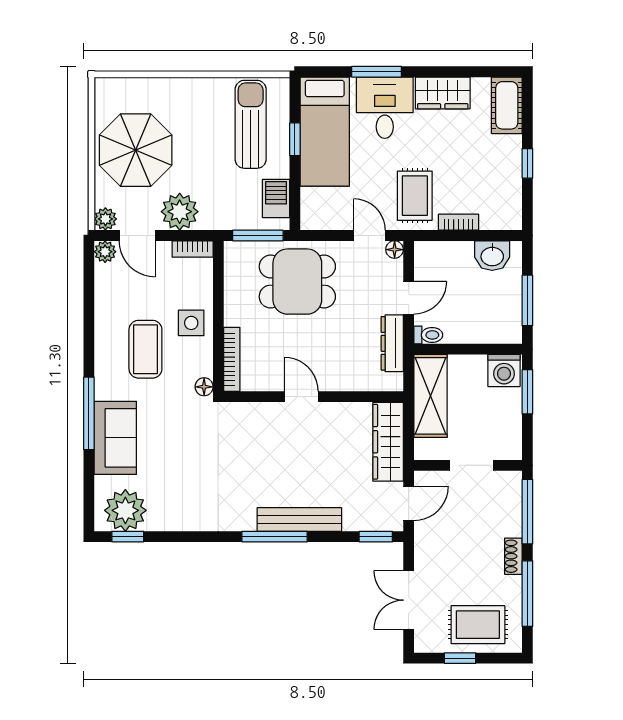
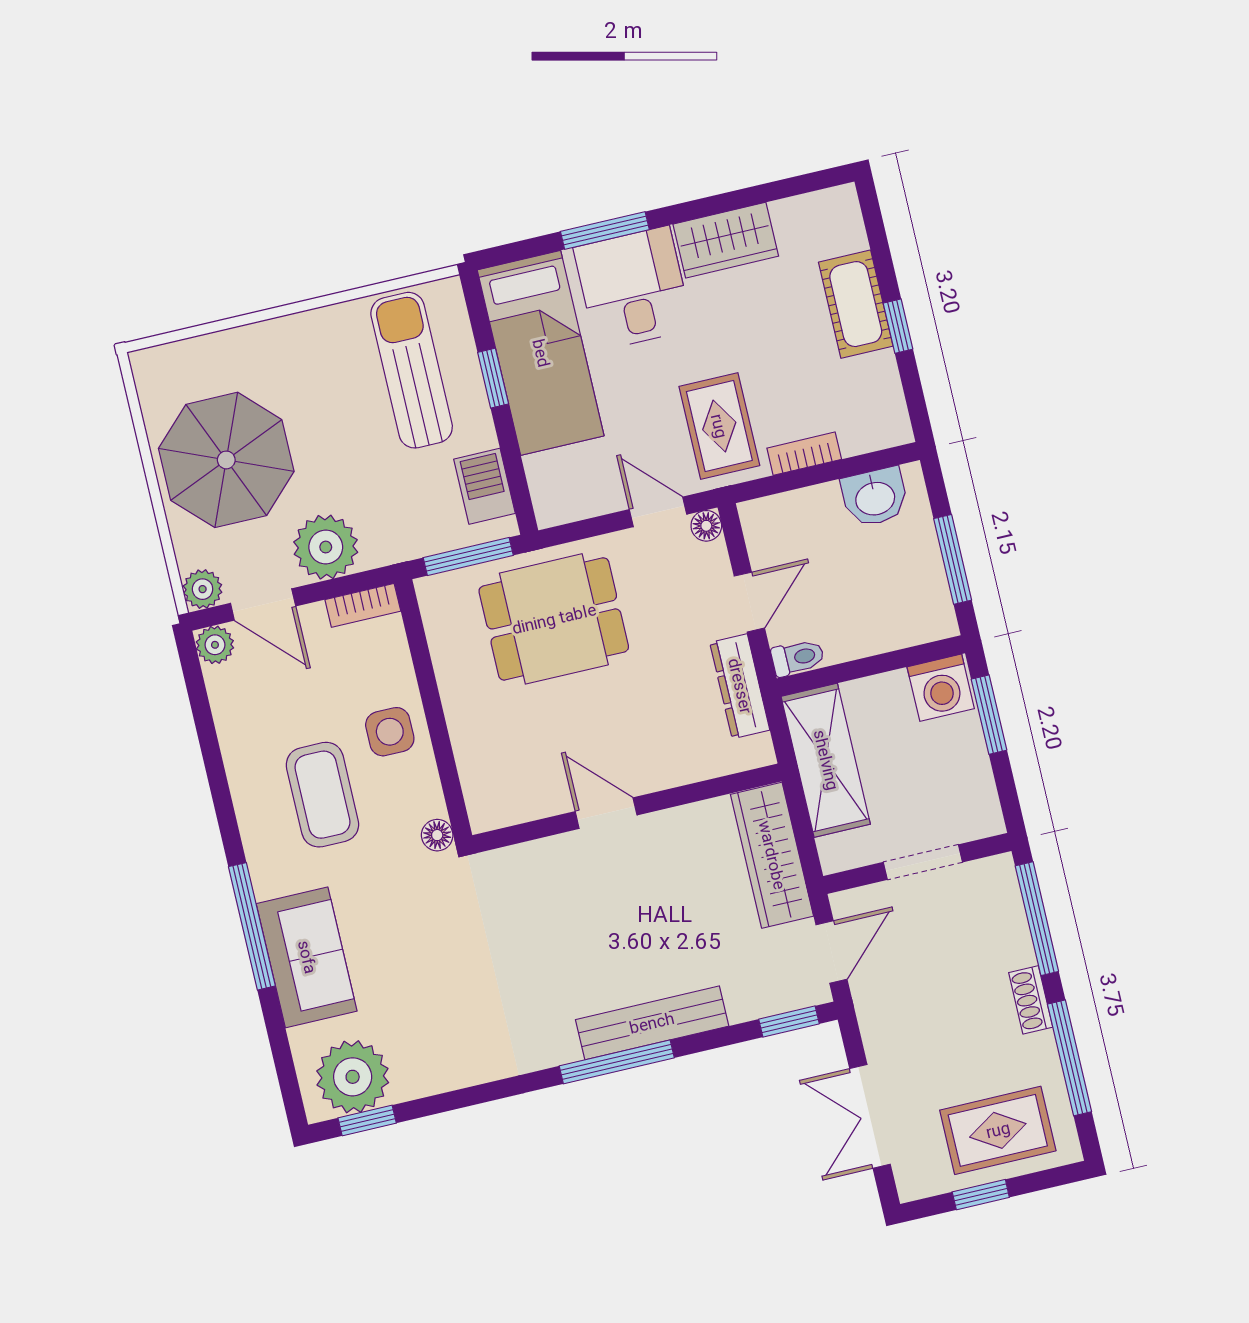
cot: (507, 105) -> (856, 304), moved
bookcase: (232, 359) -> (473, 778), removed

